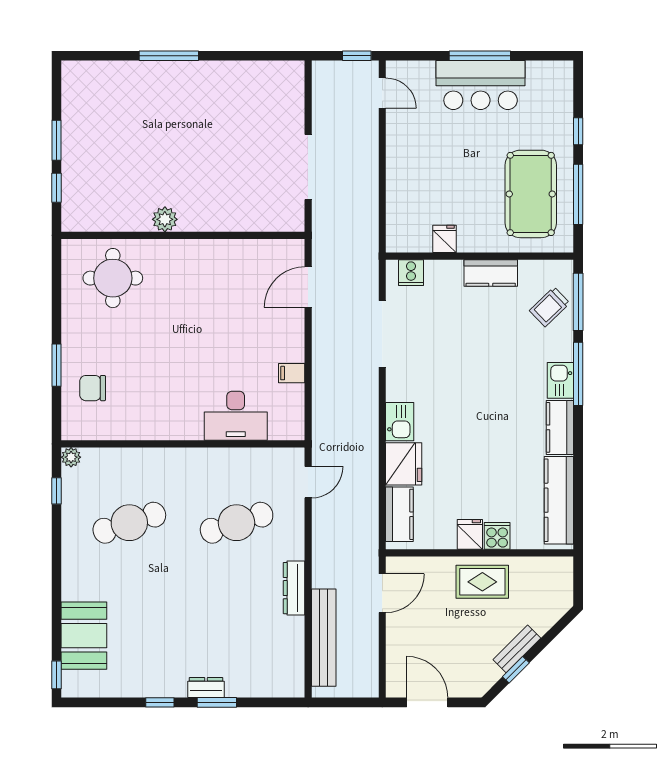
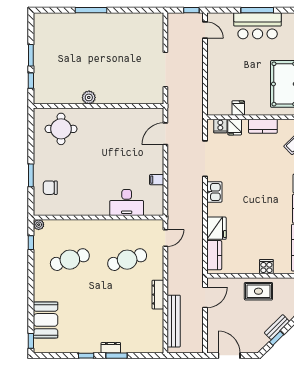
kitchen sink: (400, 422) -> (214, 192), moved
fridge: (470, 534) -> (235, 127), moved, turned 180

